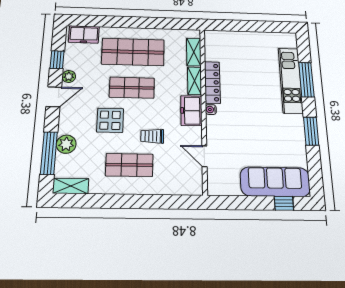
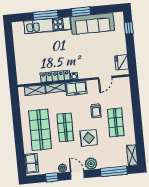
plant: (66, 144) -> (91, 164), moved
sofa: (275, 182) -> (92, 24), moved, turned -90
fridge: (228, 186) -> (122, 62), added

